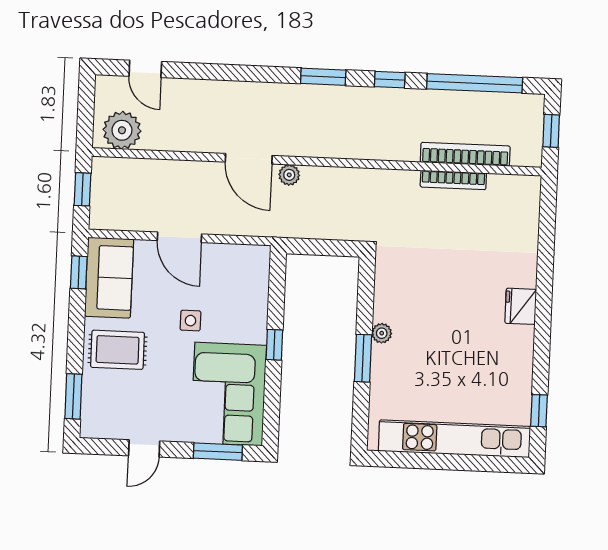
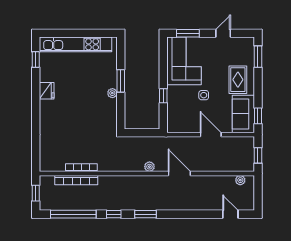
plant: (122, 130) -> (240, 180), width x0.53, depth x0.53
plant: (289, 175) -> (149, 167), moved
fridge: (521, 306) -> (47, 91), moved
window: (274, 345) -> (163, 96), moved
rug: (118, 350) -> (238, 80), turned 90

